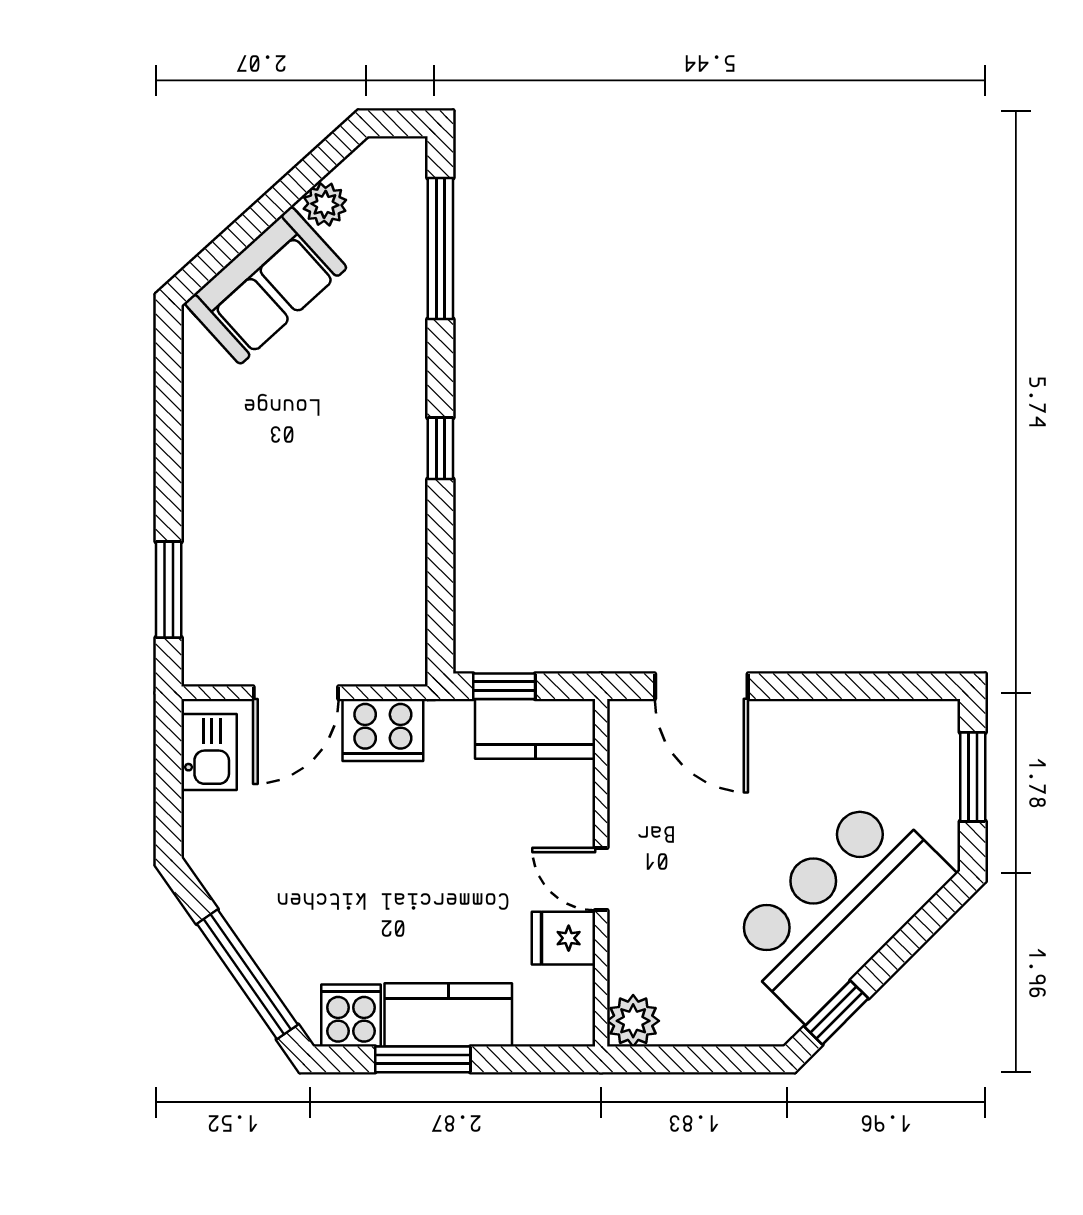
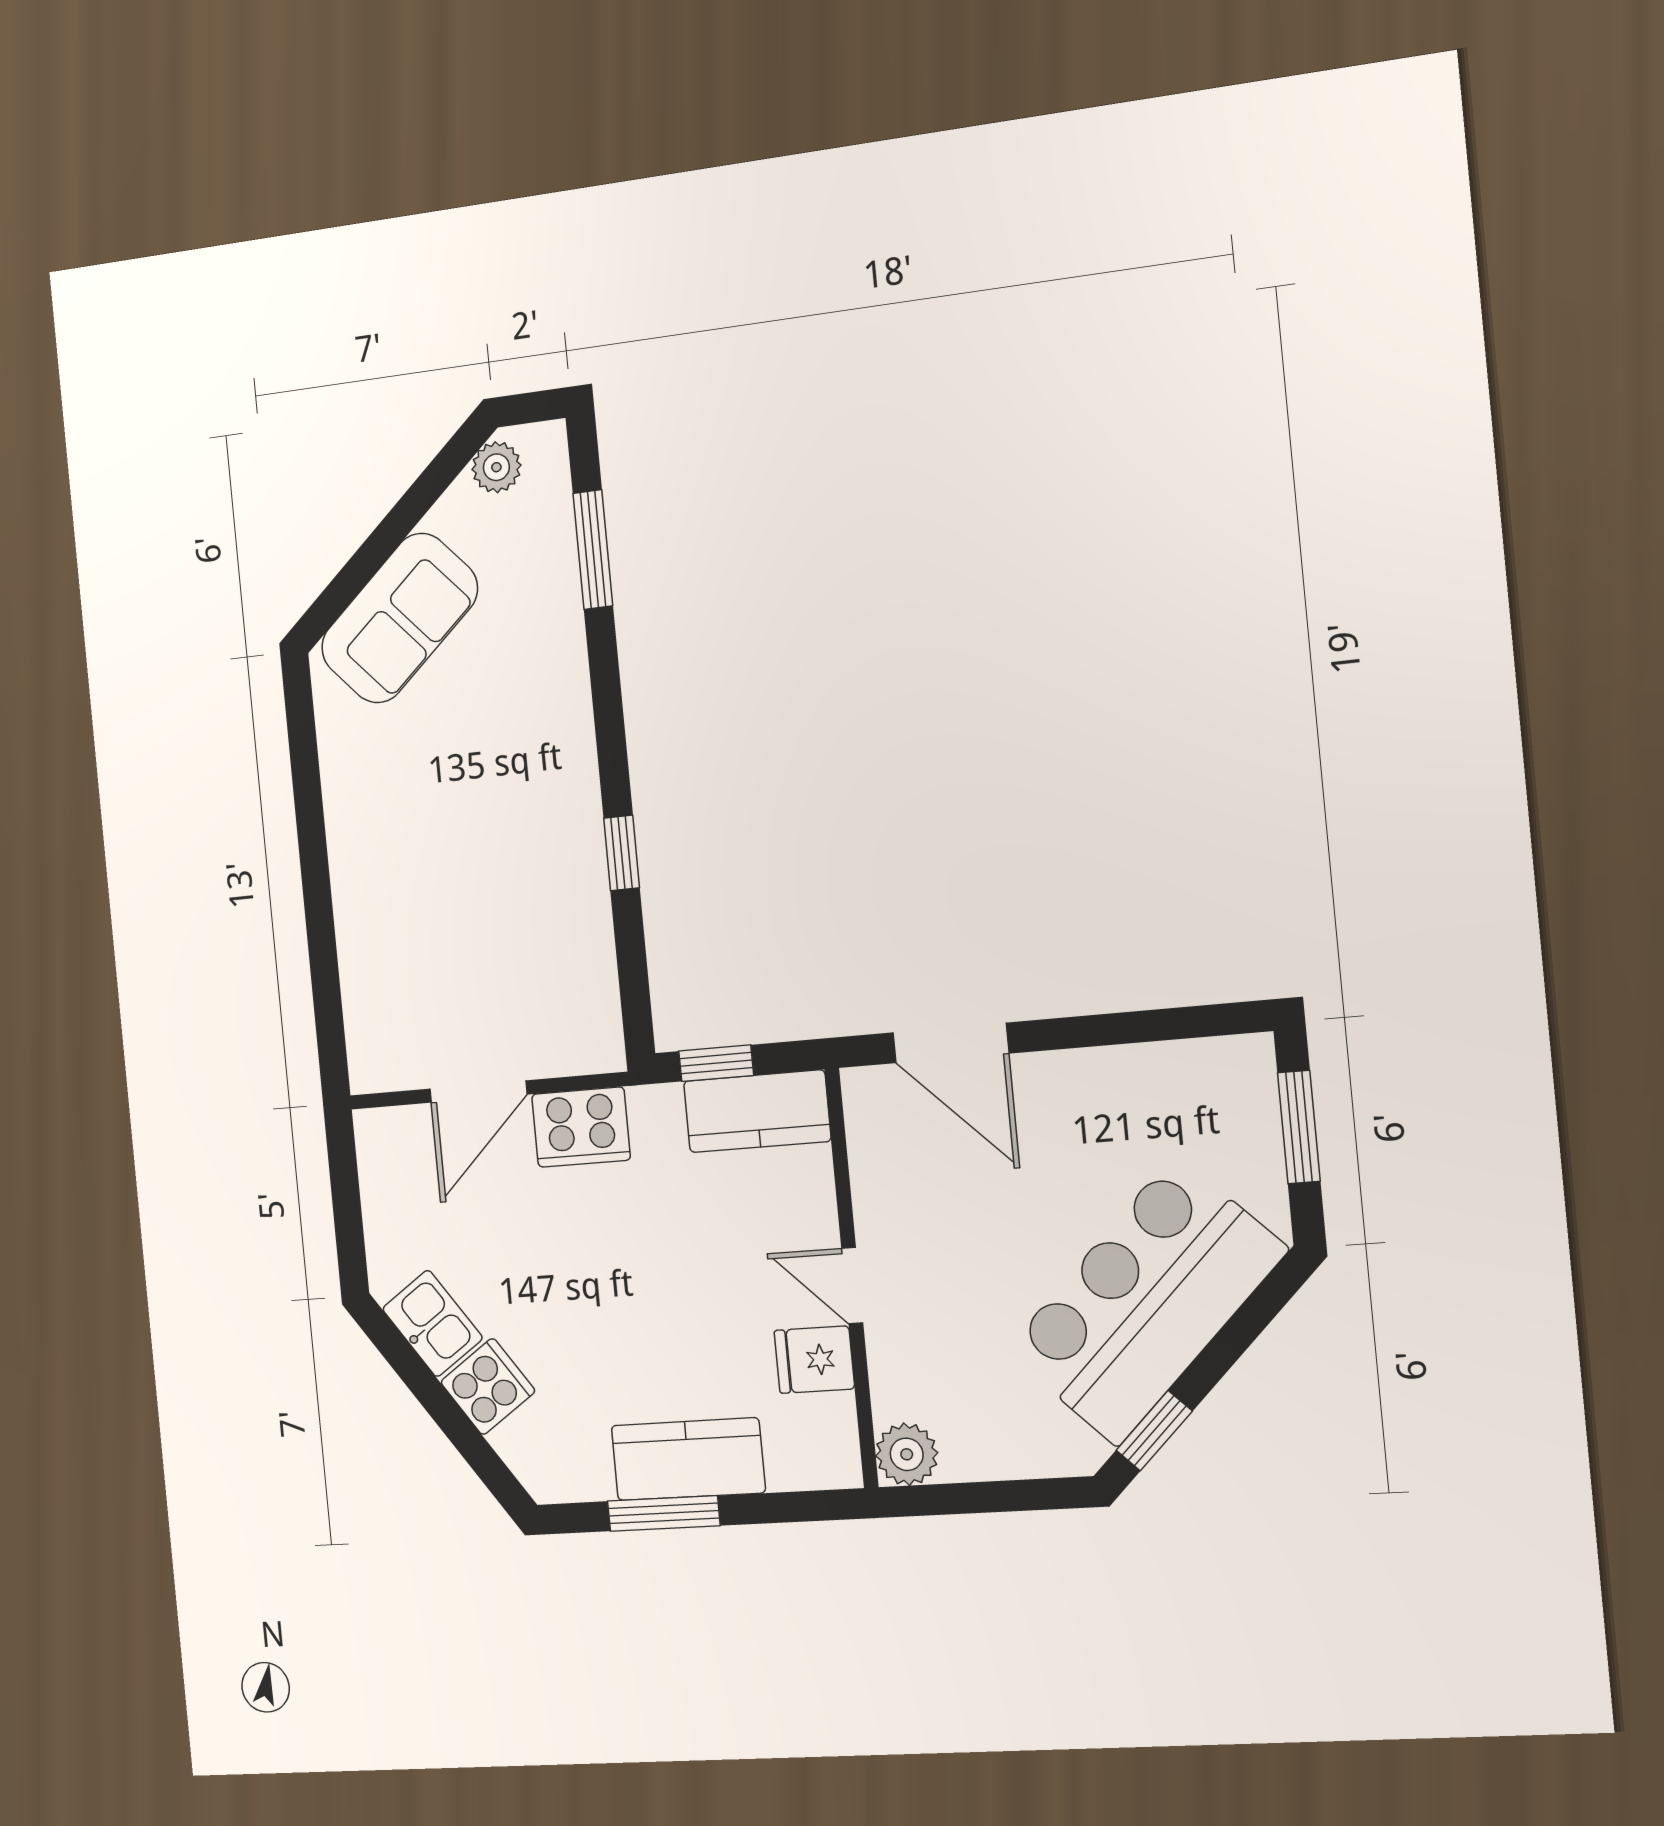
plant: (325, 204) -> (496, 467), moved
window: (440, 249) -> (593, 550), width x0.69
window: (440, 448) -> (622, 853), moved
window: (169, 590) -> (326, 984), removed
kitchen sink: (209, 752) -> (432, 1323), moved, turned -35
window: (247, 974) -> (455, 1424), removed
cooker: (351, 1016) -> (488, 1387), moved, turned 55

